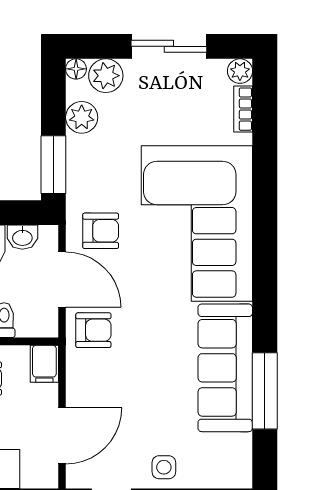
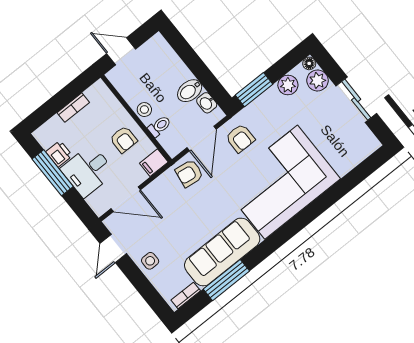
plant: (240, 71) -> (372, 144), removed
bookcase: (243, 109) -> (186, 295), moved
armchair: (93, 330) -> (189, 173), turned 98

